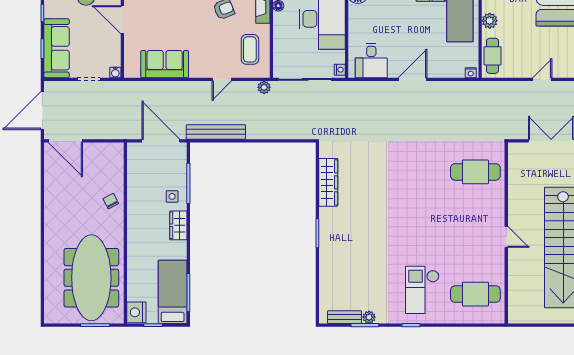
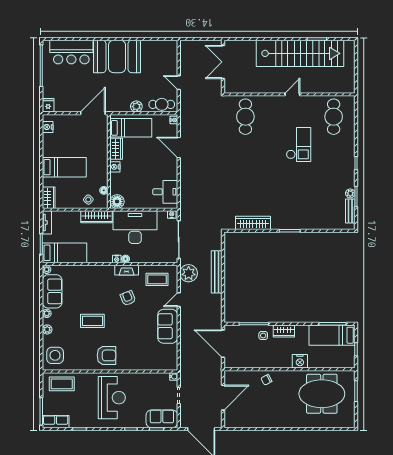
door: (122, 20) -> (136, 371), removed
sofa: (57, 48) -> (162, 419), width x0.73
sofa: (165, 64) -> (168, 326), moved
door: (222, 79) -> (179, 300), swing flipped
door: (413, 79) -> (179, 148), moved
door: (542, 79) -> (179, 83), moved
plant: (264, 87) -> (189, 273), width x1.87, depth x1.87
bench: (216, 132) -> (217, 272), moved
door: (65, 141) -> (223, 398), moved
door: (161, 141) -> (223, 344), hinge flipped
meeting table: (91, 278) -> (322, 394), width x0.73
checkout: (422, 290) -> (298, 144), moved, turned -90
nightstand: (136, 312) -> (300, 361), moved

